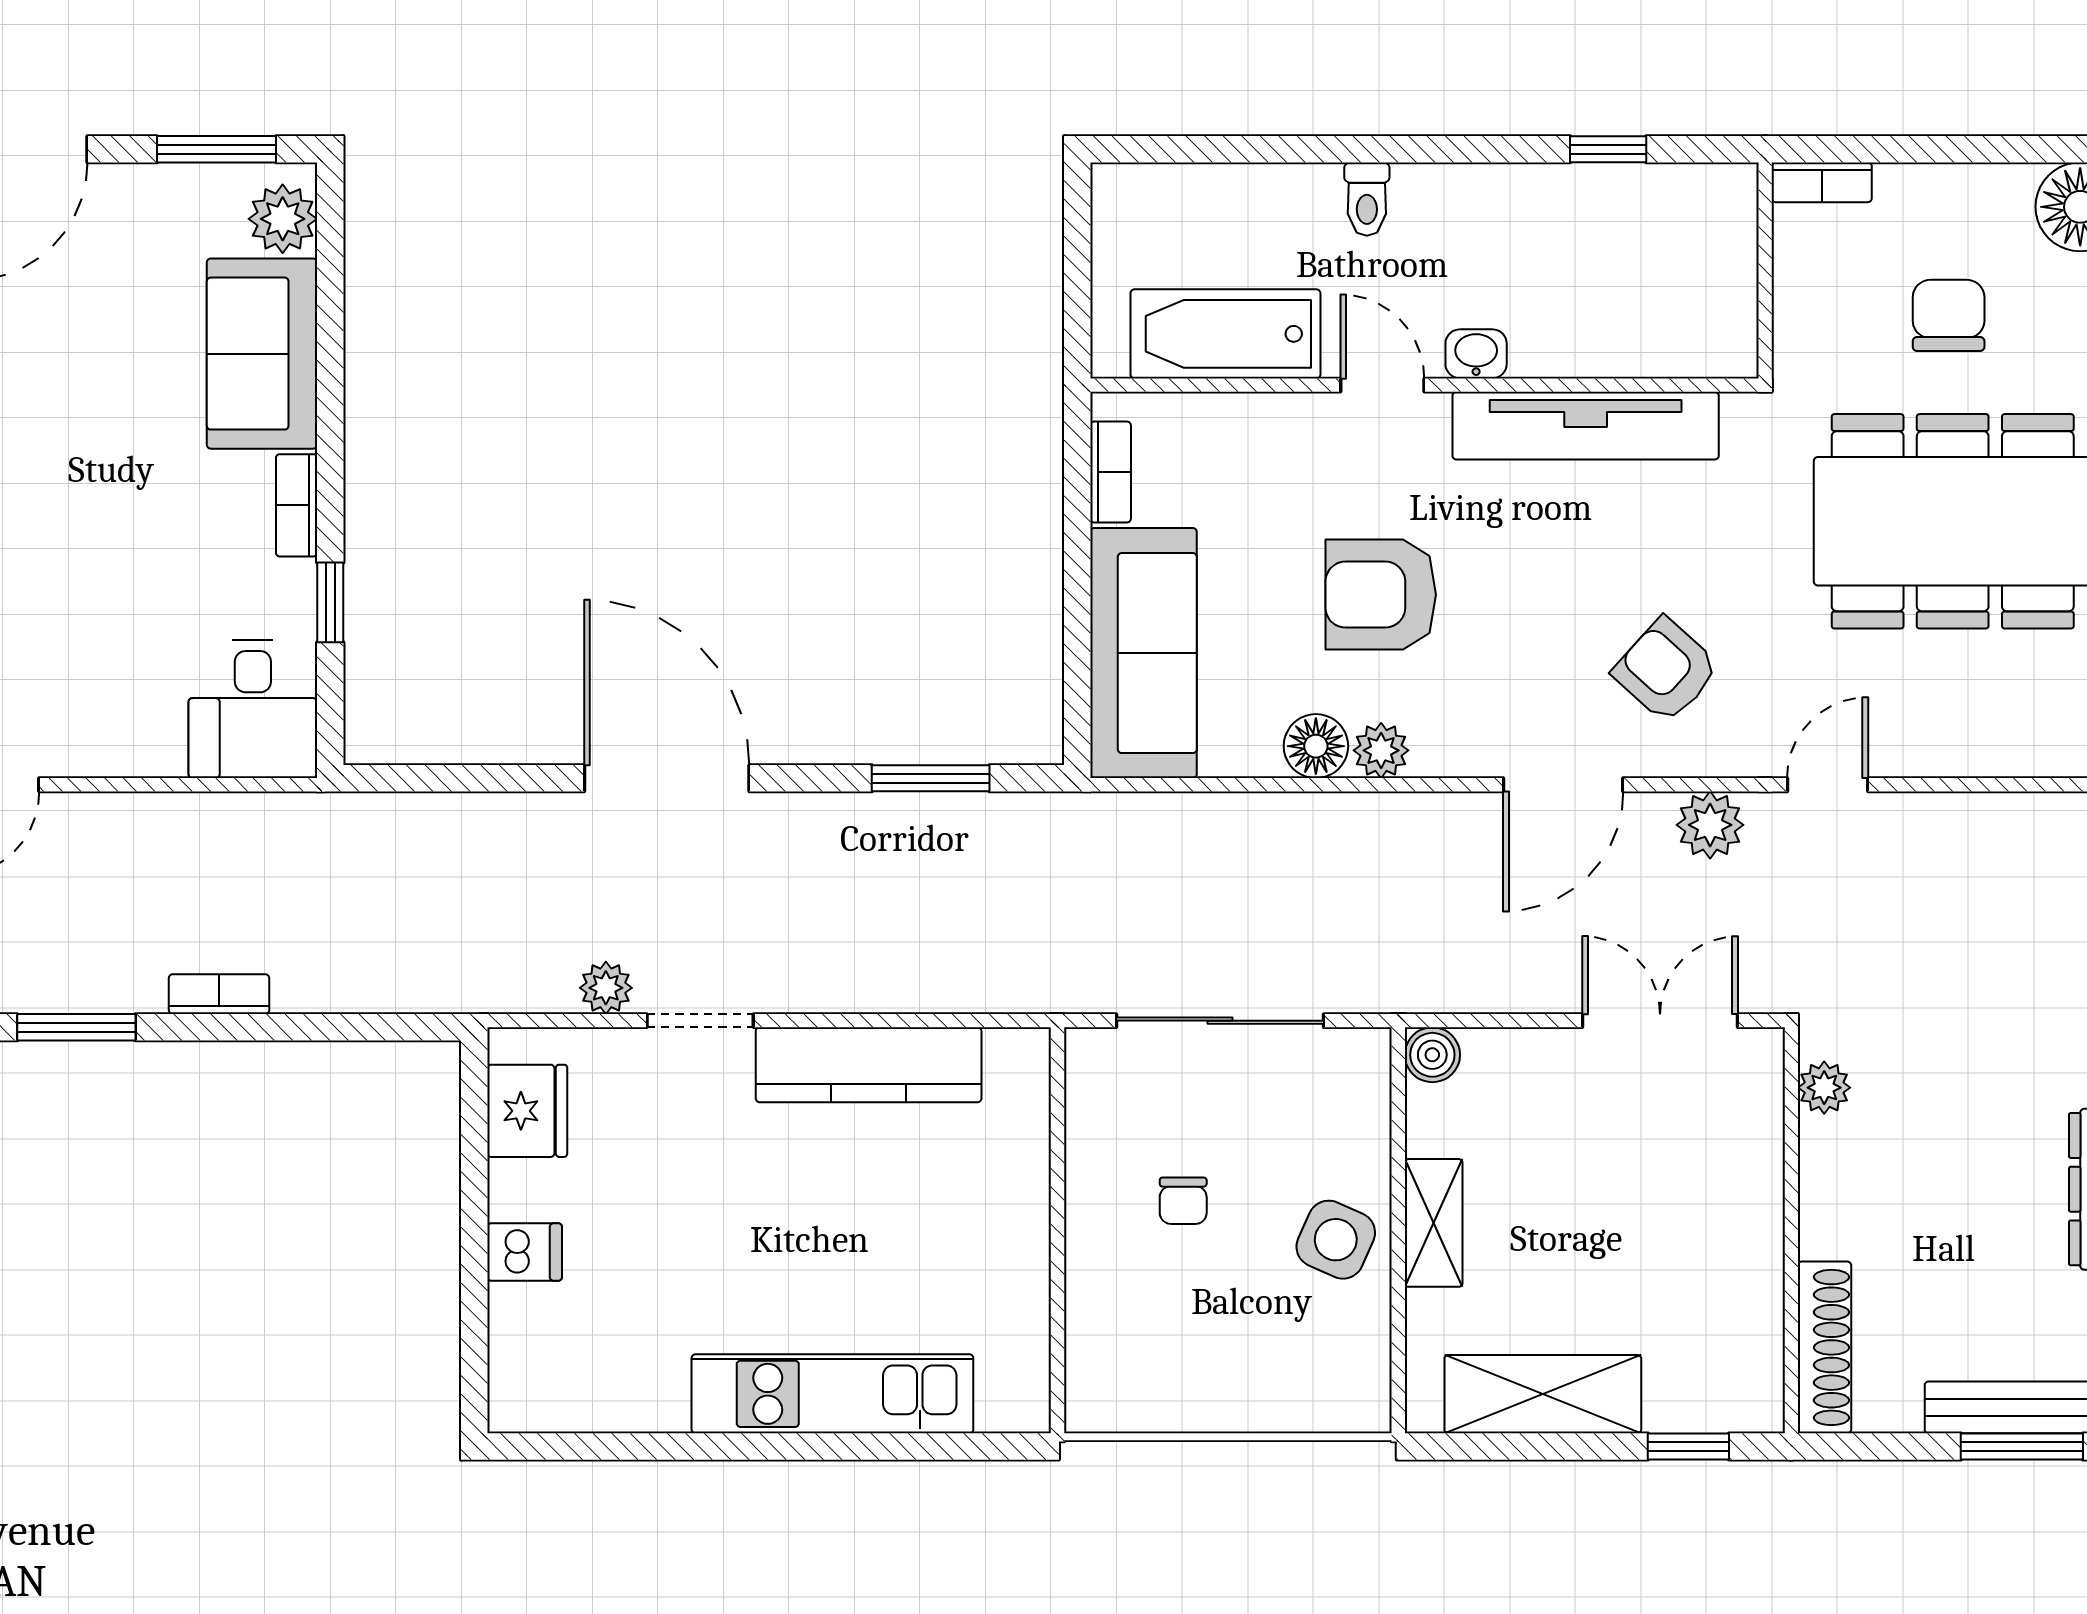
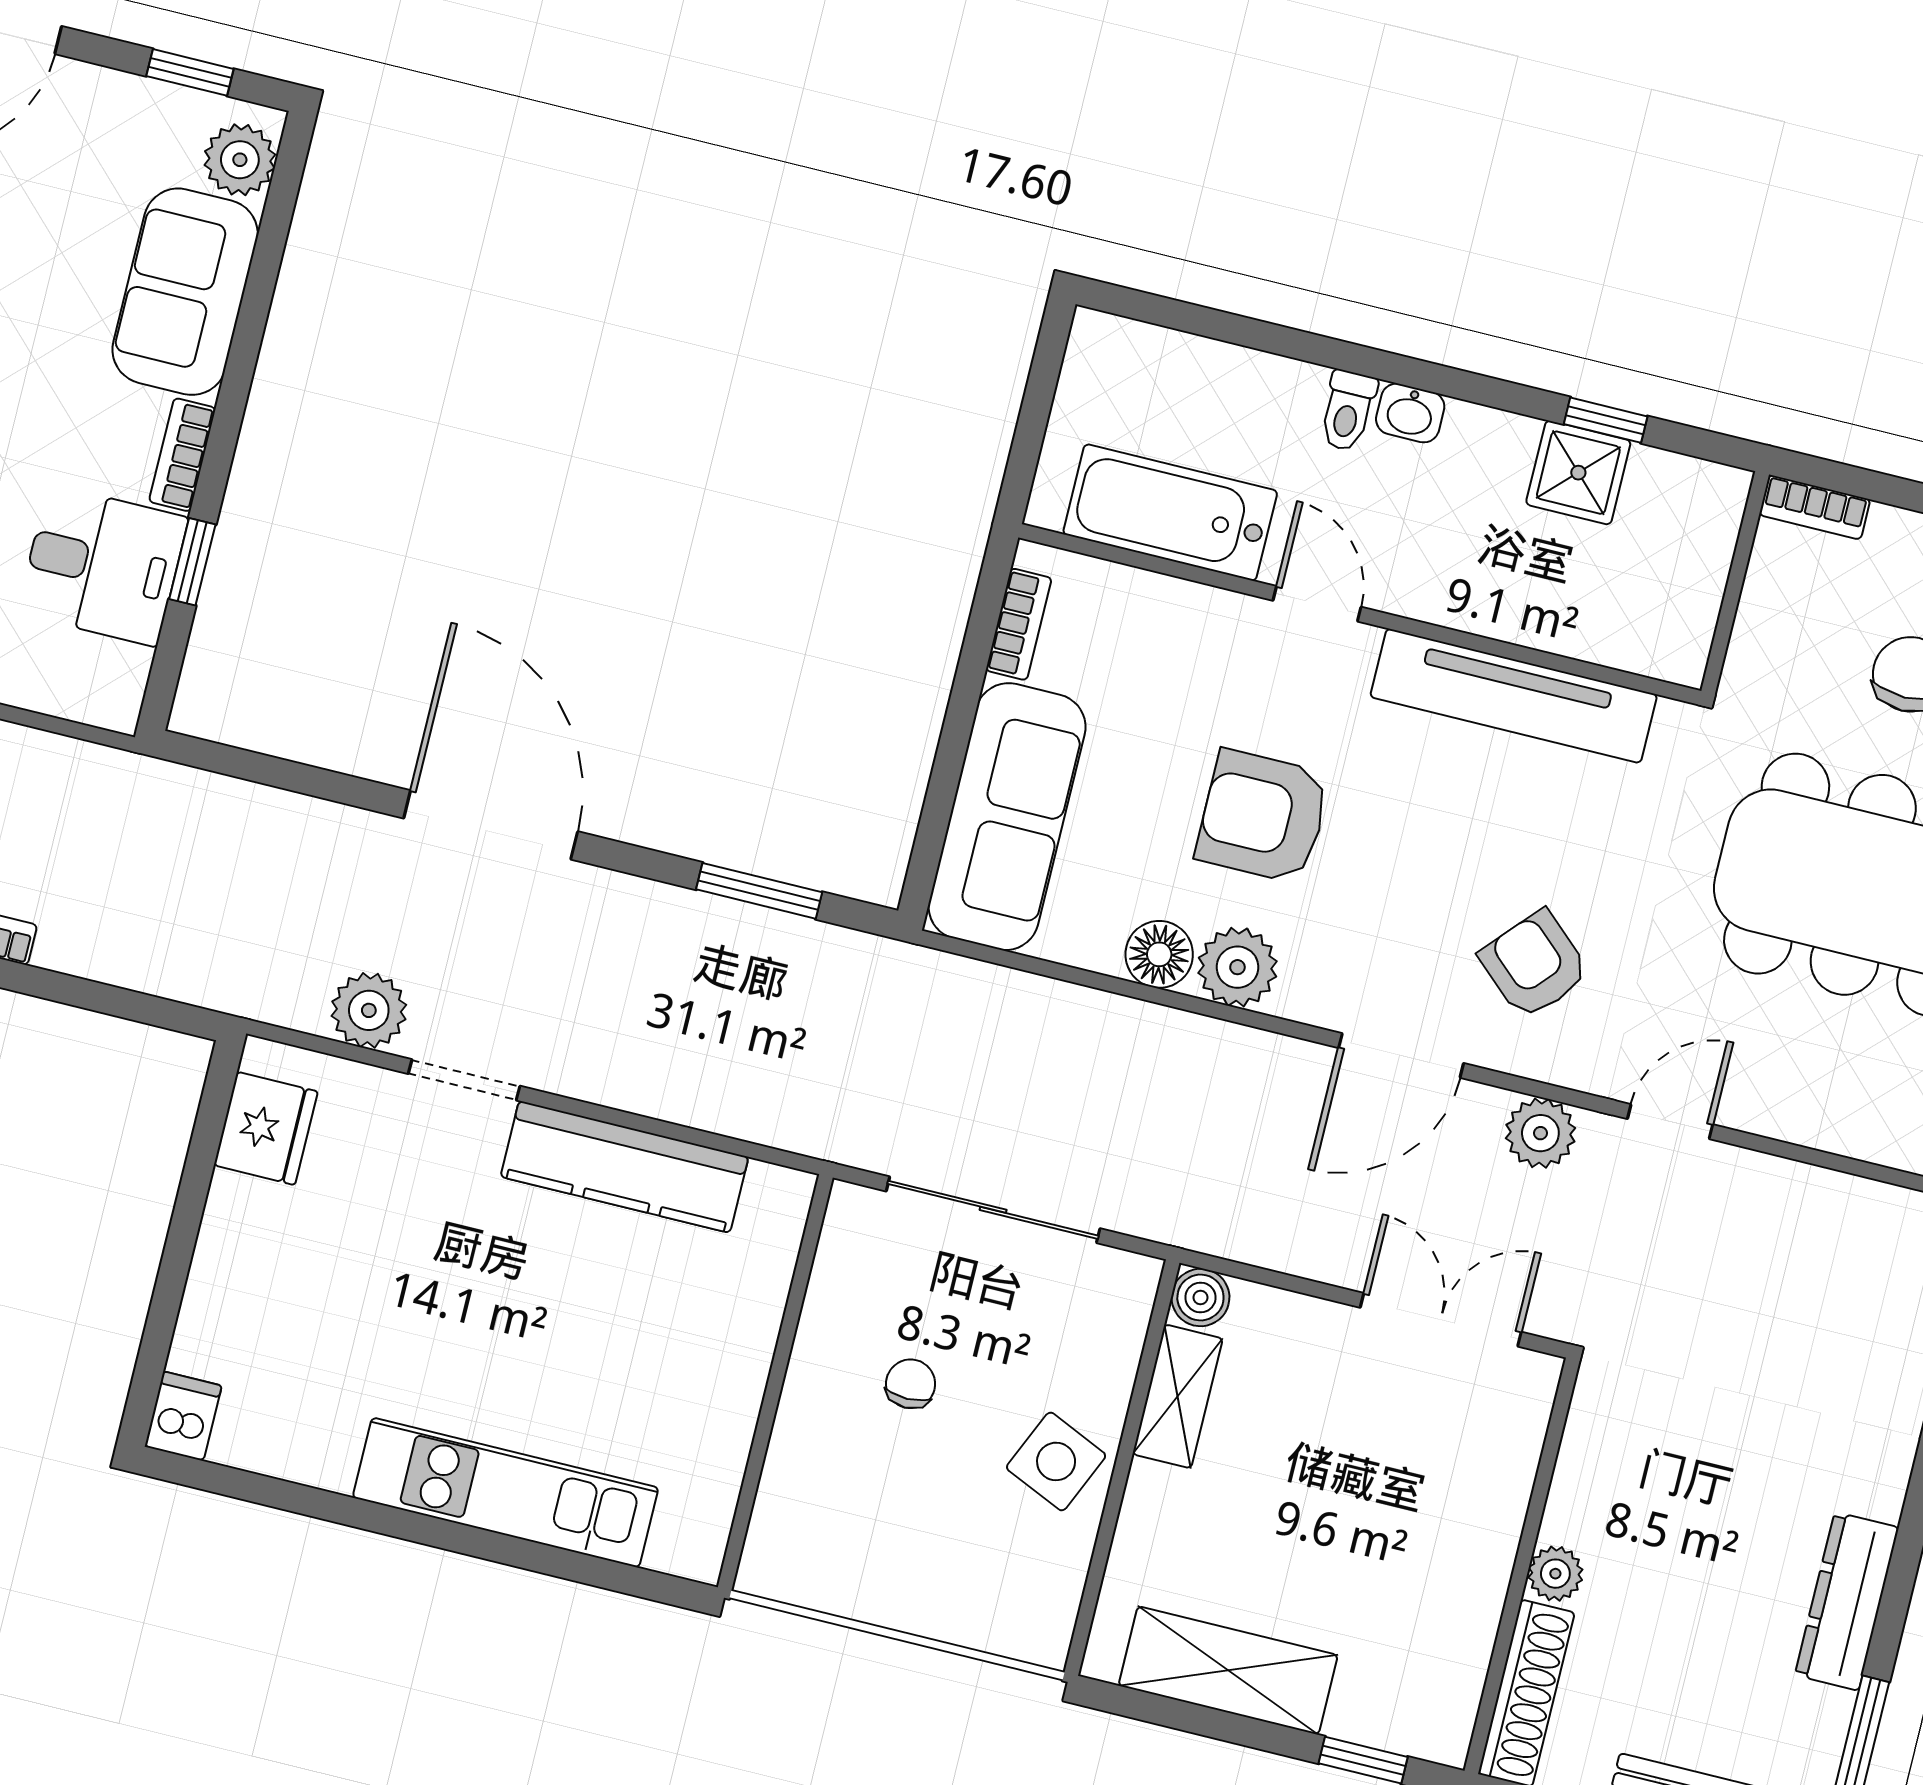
window: (217, 149) -> (190, 72), width x0.67
shower: (1595, 204) -> (1578, 473), added
washbasin: (1476, 354) -> (1410, 413), moved, turned 180
desk: (253, 709) -> (103, 565), moved, turned -90
plant: (1381, 750) -> (1237, 967), width x1.38, depth x1.38
plant: (606, 988) -> (369, 1010), width x1.38, depth x1.38
plant: (1824, 1088) -> (1555, 1574), moved
chair: (1183, 1201) -> (911, 1384), turned 180
shelving: (1434, 1223) -> (1178, 1396), moved
dishwasher: (525, 1252) -> (183, 1416), moved, turned -90

